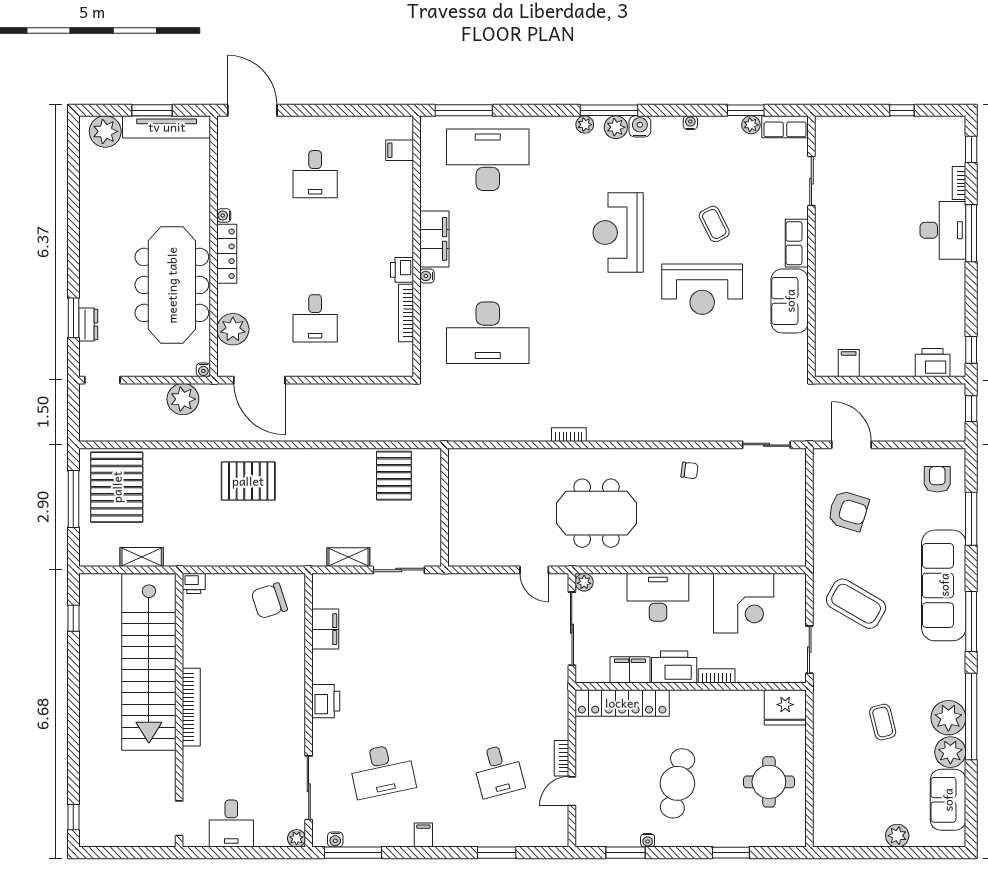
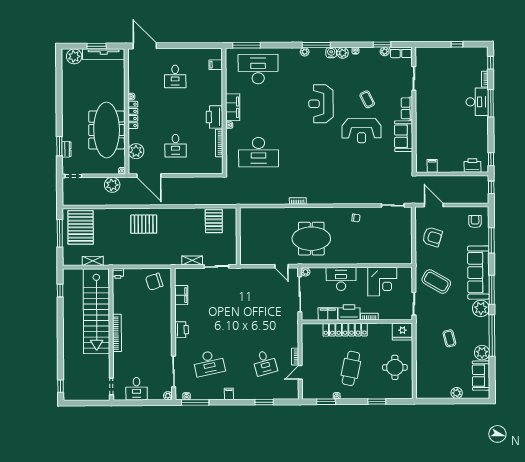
plant: (616, 127) -> (343, 53), moved
printer: (402, 270) -> (214, 117), width x1.87, depth x1.48
locker: (622, 703) -> (345, 330), moved
plant: (948, 718) -> (481, 308), moved

